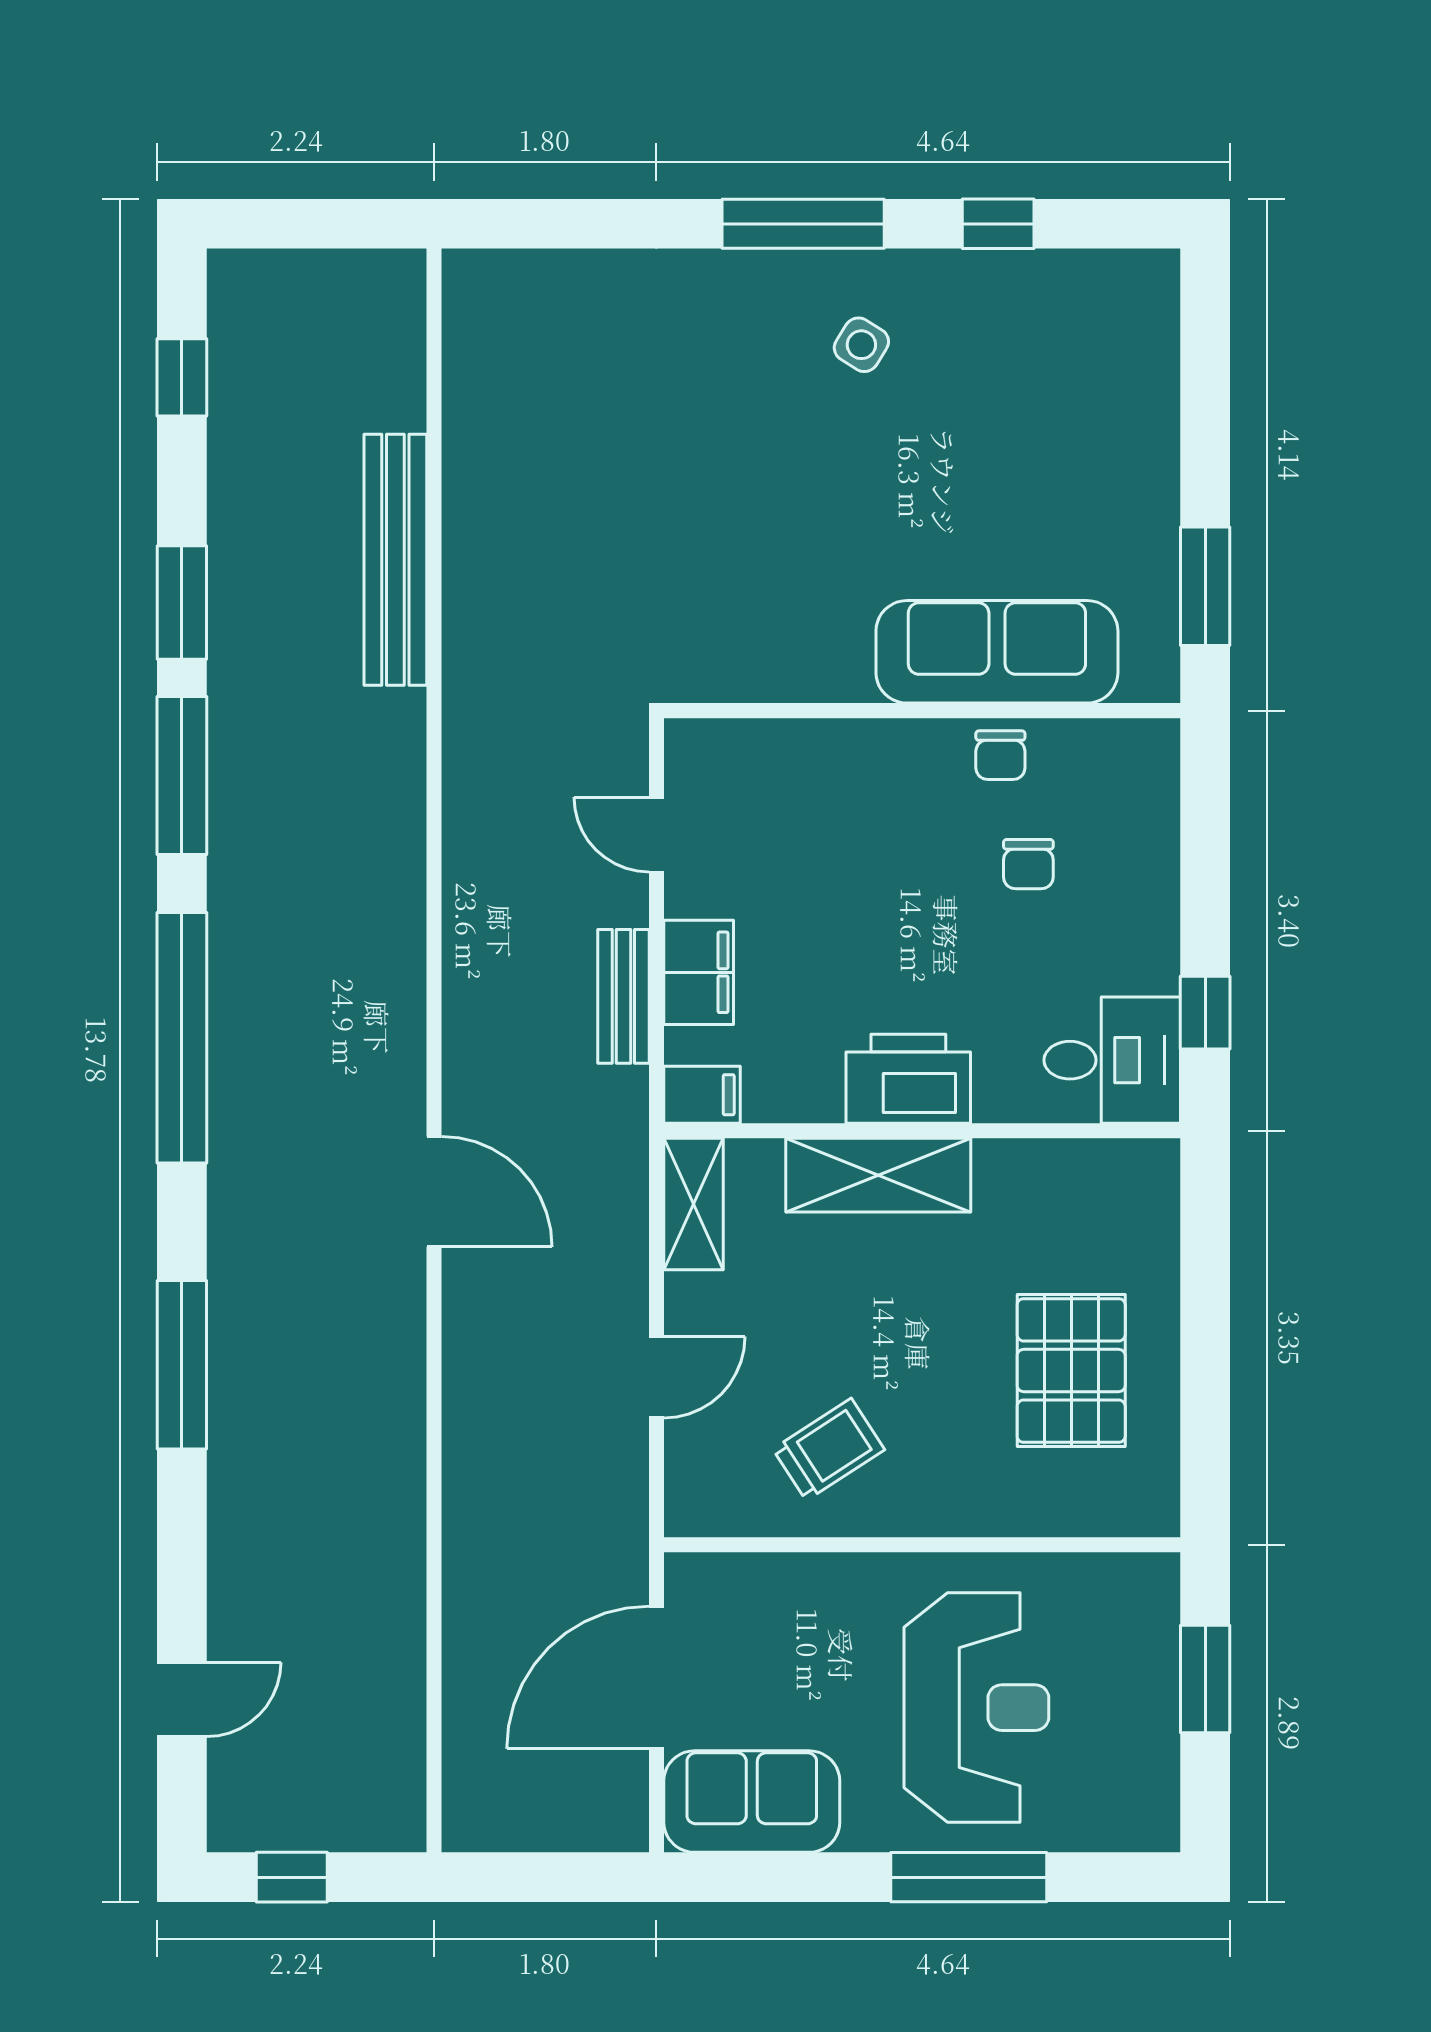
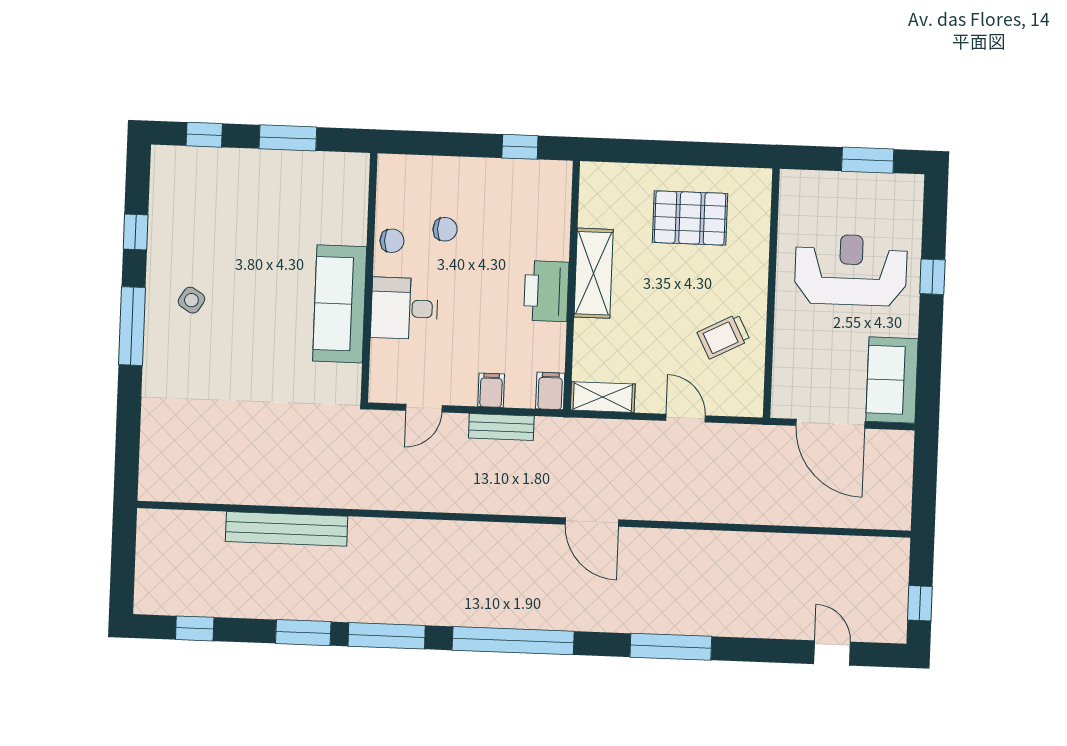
window: (1205, 358) -> (204, 135), added
window: (1205, 586) -> (288, 138), moved
sofa: (997, 652) -> (340, 304), moved
filing cabinet: (699, 972) -> (491, 390), width x0.50
desk: (1112, 1060) -> (404, 308), moved, turned -90
shelving: (878, 1175) -> (594, 273), moved
door: (434, 1192) -> (592, 522), swing flipped
trolley: (829, 1449) -> (724, 336), turned -84
window: (1205, 1679) -> (868, 160), moved
window: (969, 1877) -> (932, 277), width x0.46

